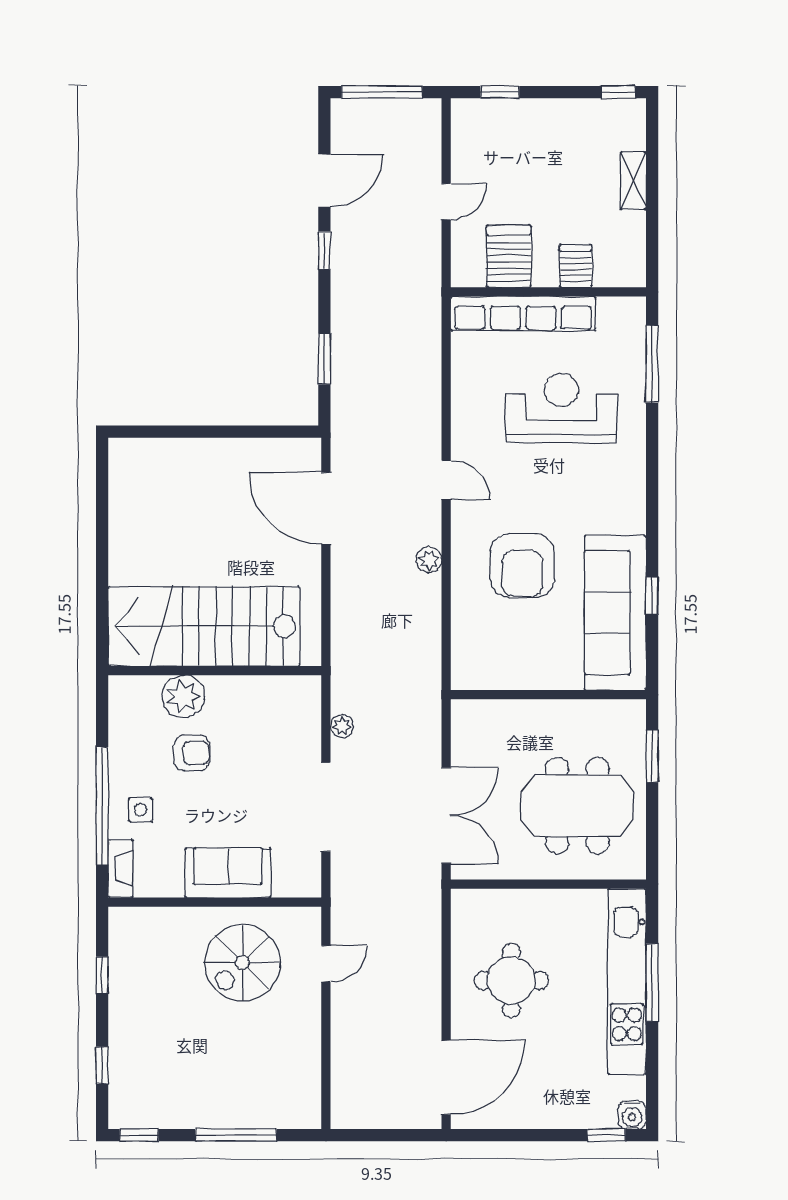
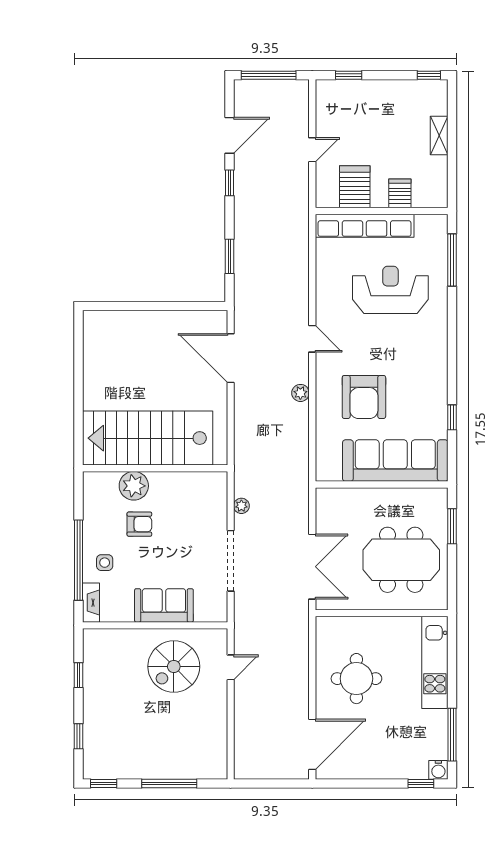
sofa: (615, 613) -> (395, 461), moved, turned 90
kitchen unit: (627, 981) -> (435, 662), width x0.73
window: (652, 982) -> (452, 735), moved

